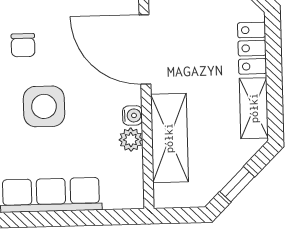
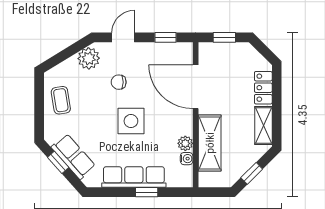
chair: (23, 45) -> (119, 82), turned 90
water cooler: (132, 115) -> (187, 159), moved
window: (72, 218) -> (147, 192), added

